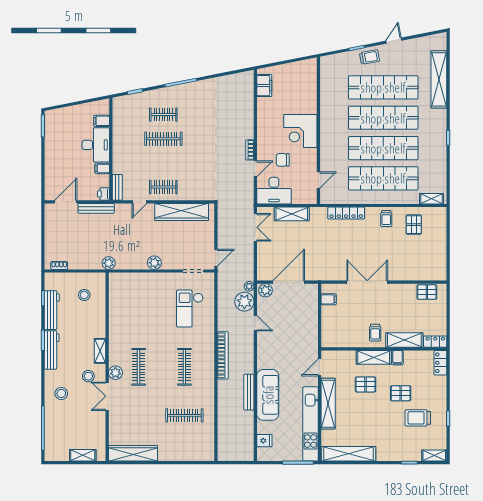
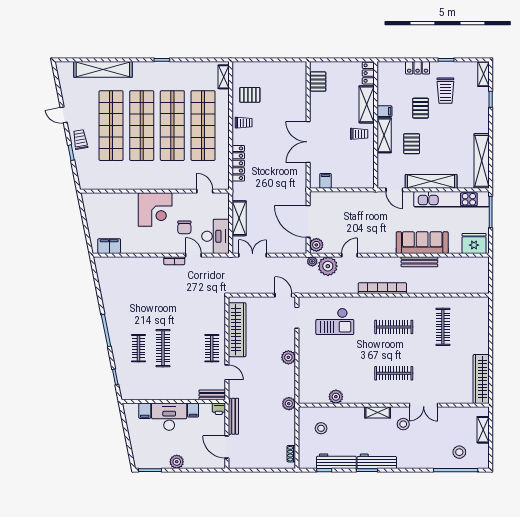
plant: (51, 152) -> (177, 462), added
locker: (440, 363) -> (418, 68), moved
plant: (115, 373) -> (336, 397), moved
stool: (61, 393) -> (459, 452), moved
fridge: (264, 441) -> (474, 243), width x1.88, depth x1.34

